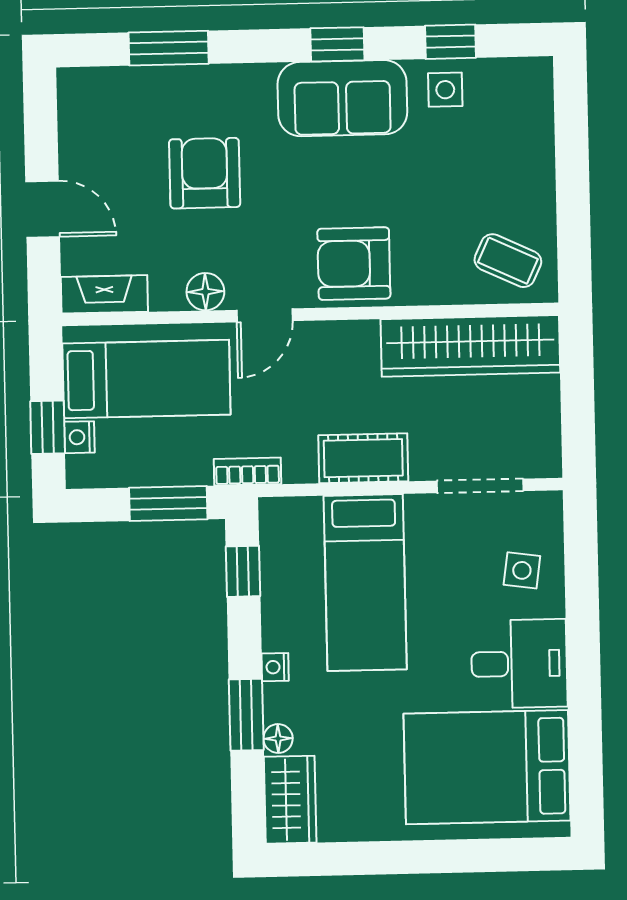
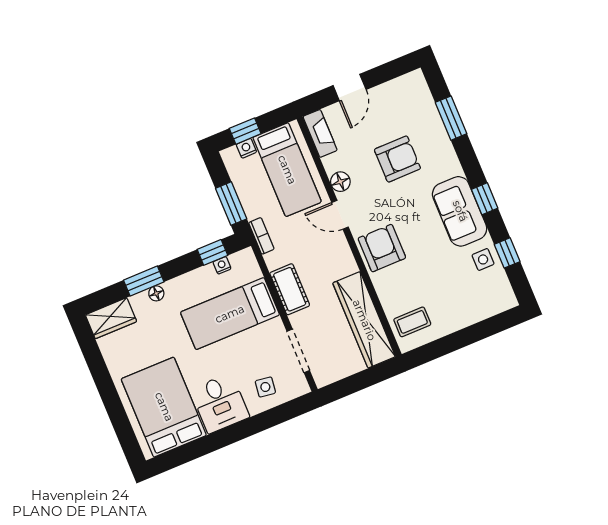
coffee table: (508, 261) -> (412, 322), turned 65
nightstand: (275, 667) -> (222, 265), moved
floor lamp: (278, 739) -> (156, 293), moved

